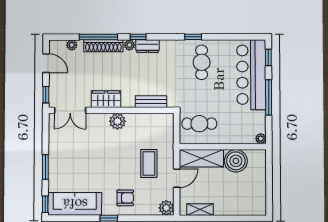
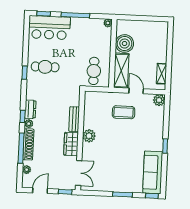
bar counter: (251, 75) -> (49, 28), width x0.73
bench: (151, 102) -> (74, 119), moved
armchair: (125, 198) -> (150, 132), removed

